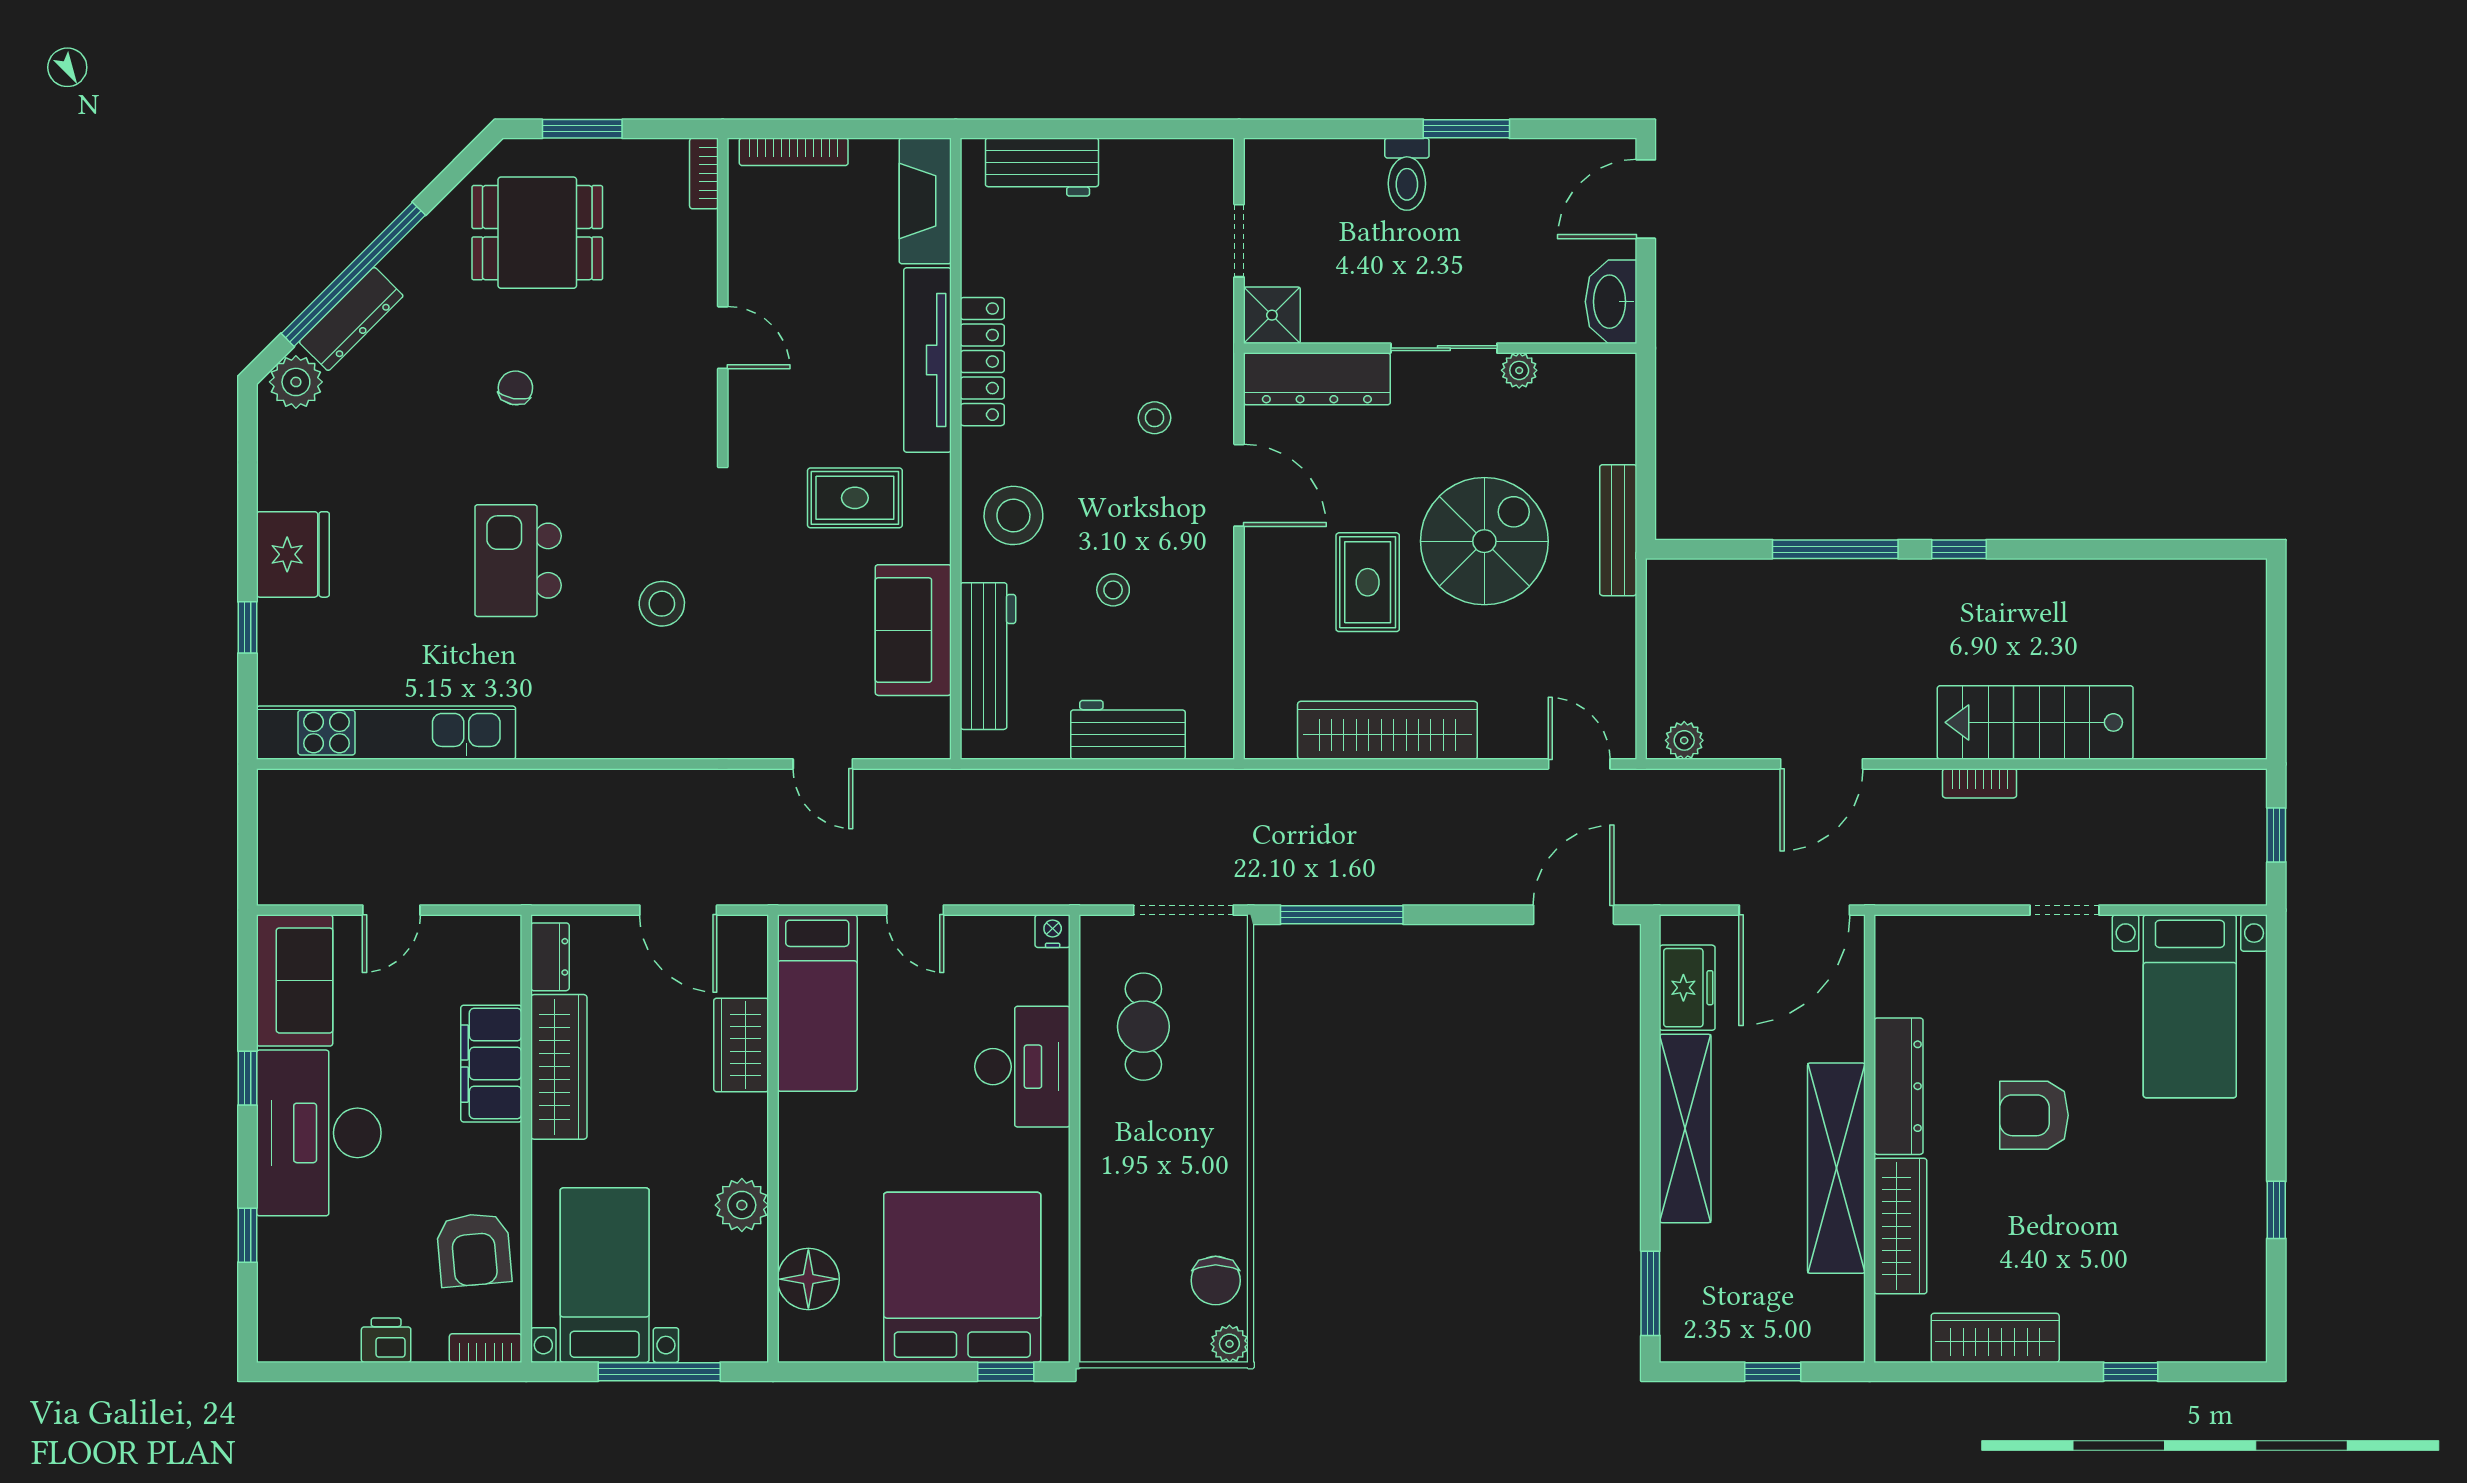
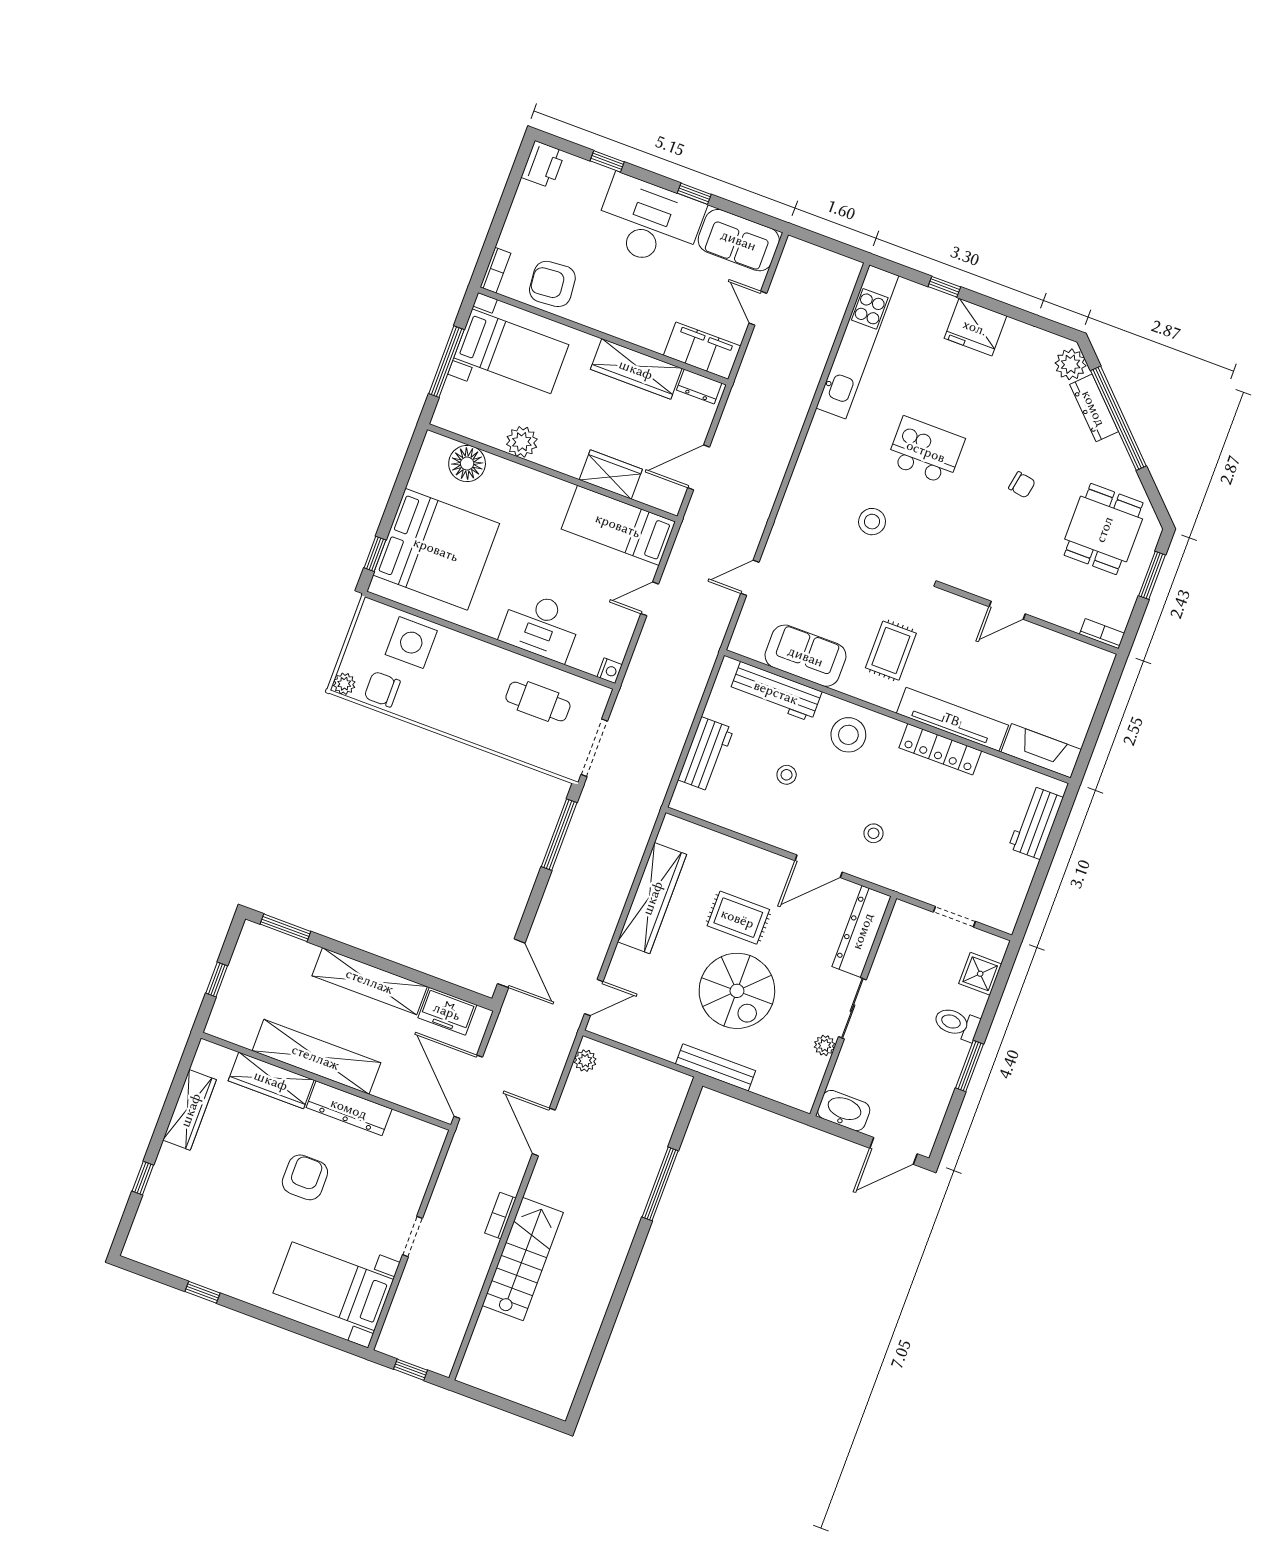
bookcase: (794, 152) -> (1096, 688), removed
door: (1646, 199) -> (893, 1151), swing flipped
shower: (1272, 315) -> (980, 974), moved
window: (1959, 549) -> (635, 1253), removed
filing cabinet: (491, 1064) -> (702, 351), moved
side table: (1125, 1262) -> (411, 643), added
printer: (386, 1340) -> (543, 164), moved, width x1.36, depth x1.24

